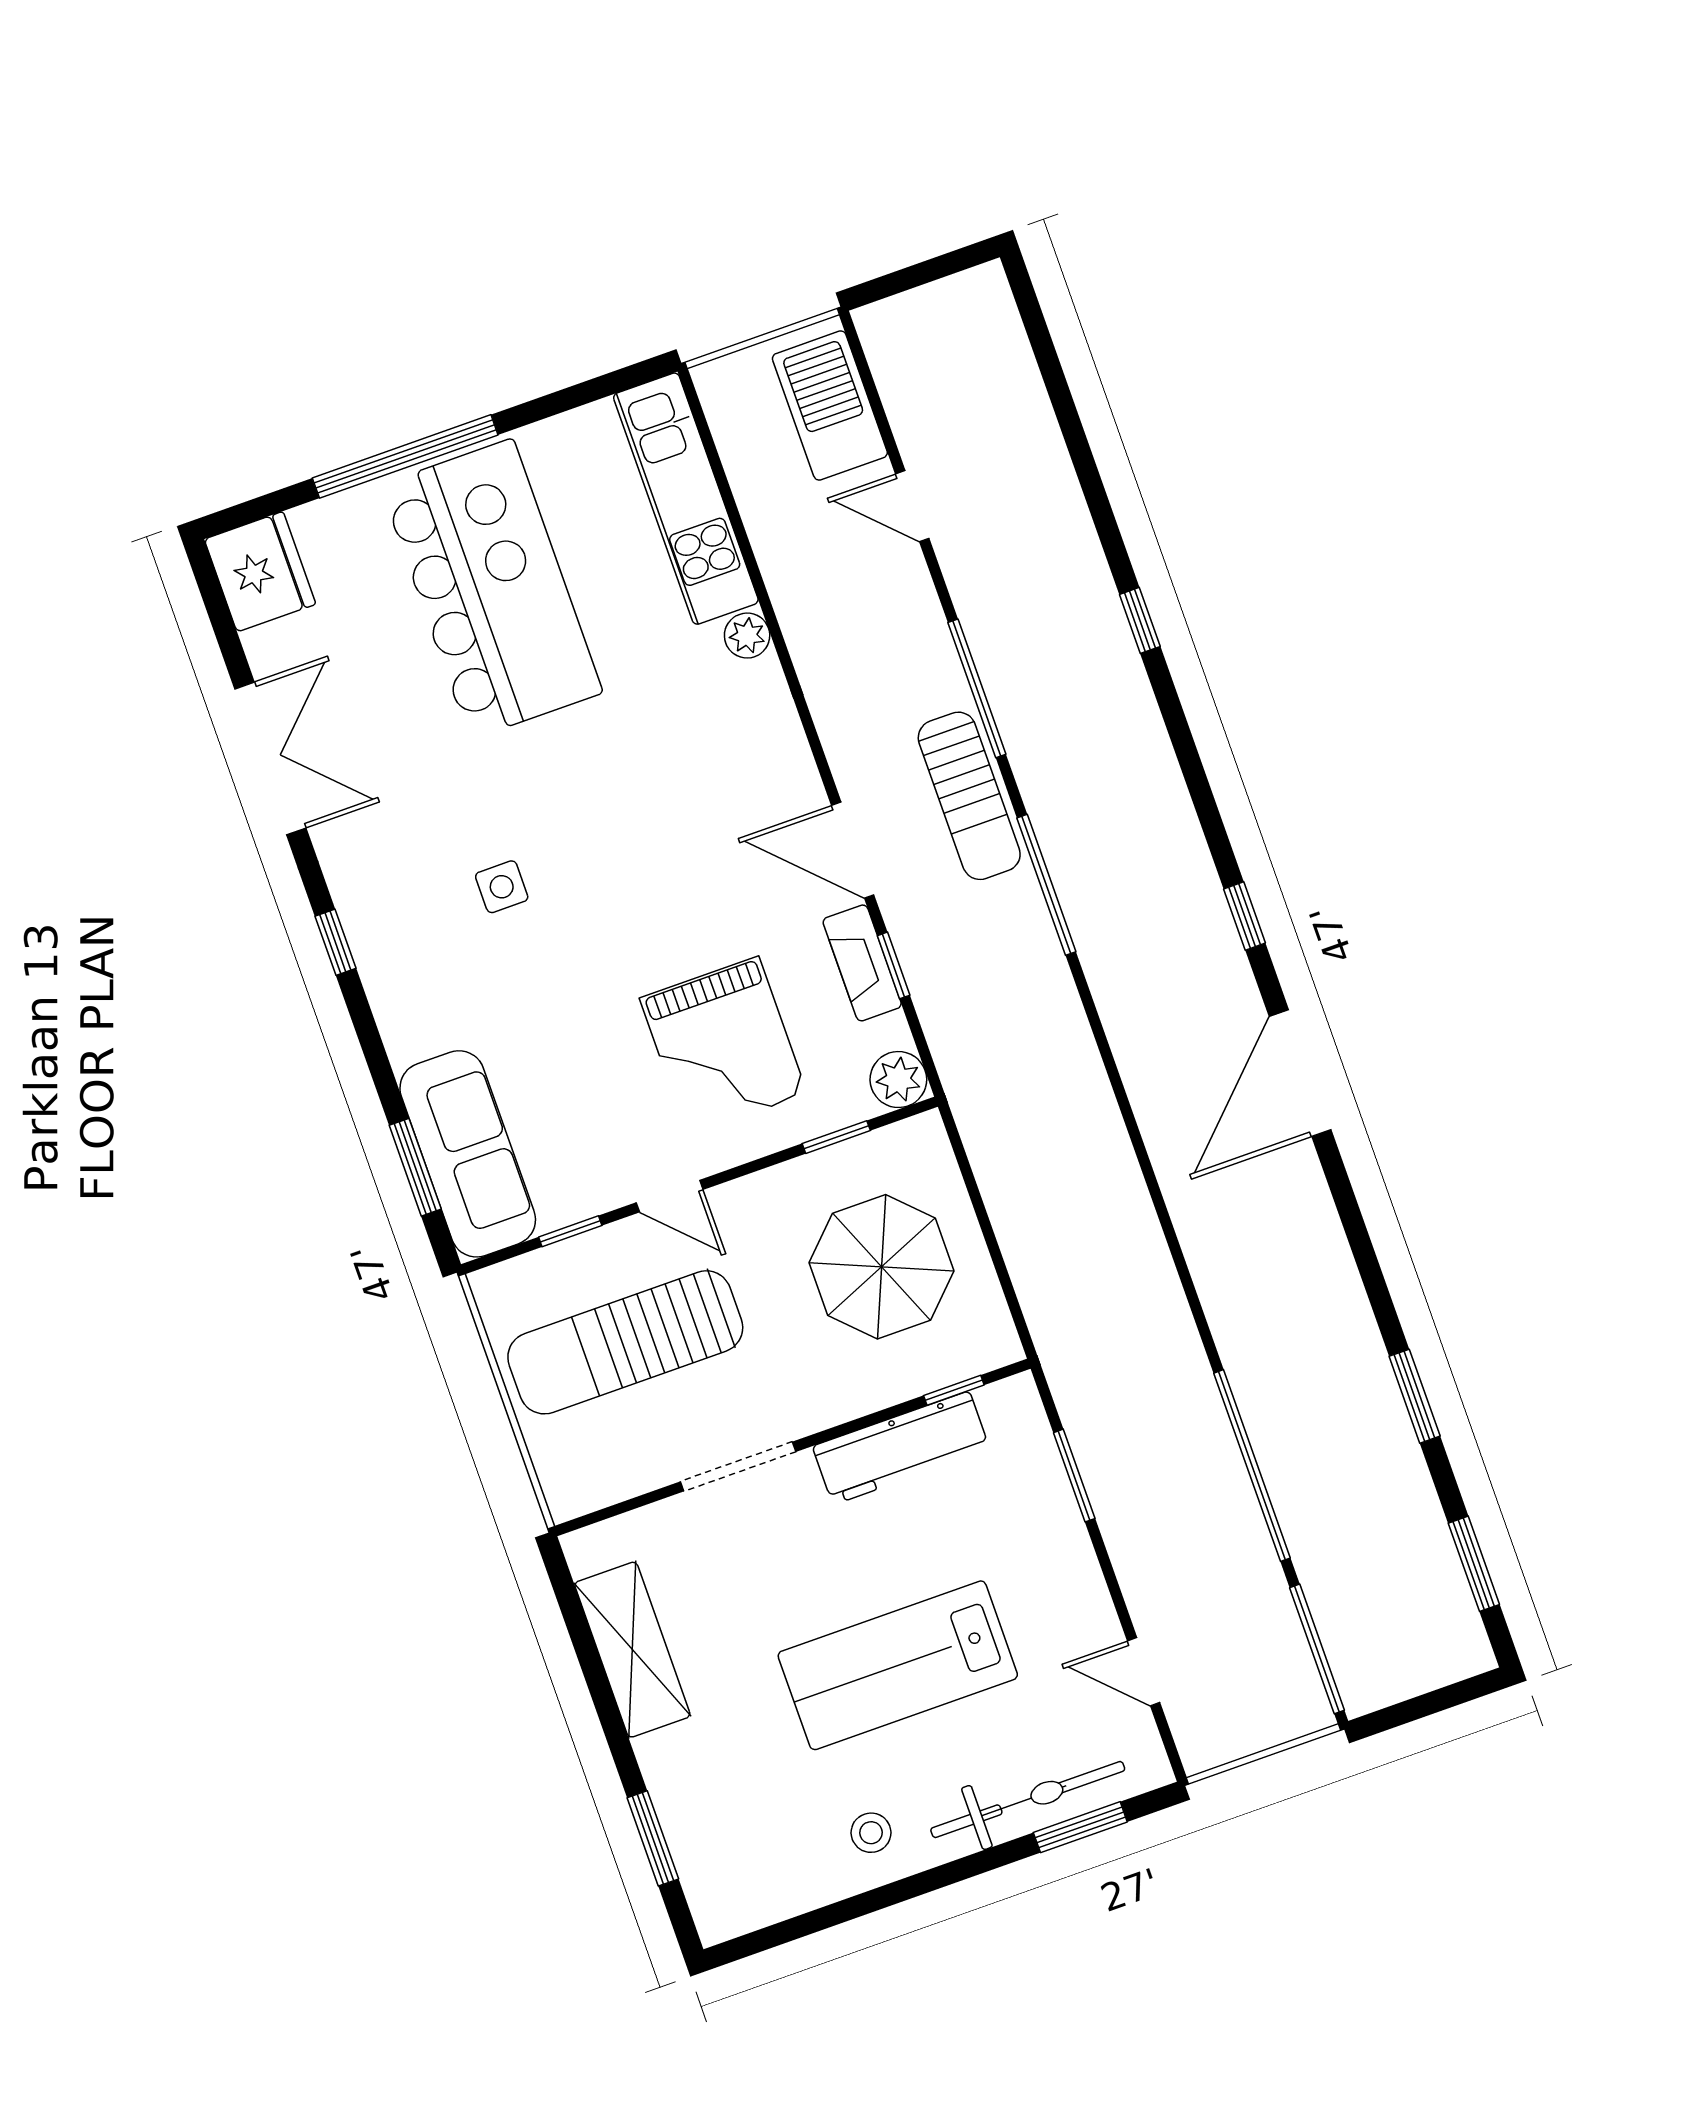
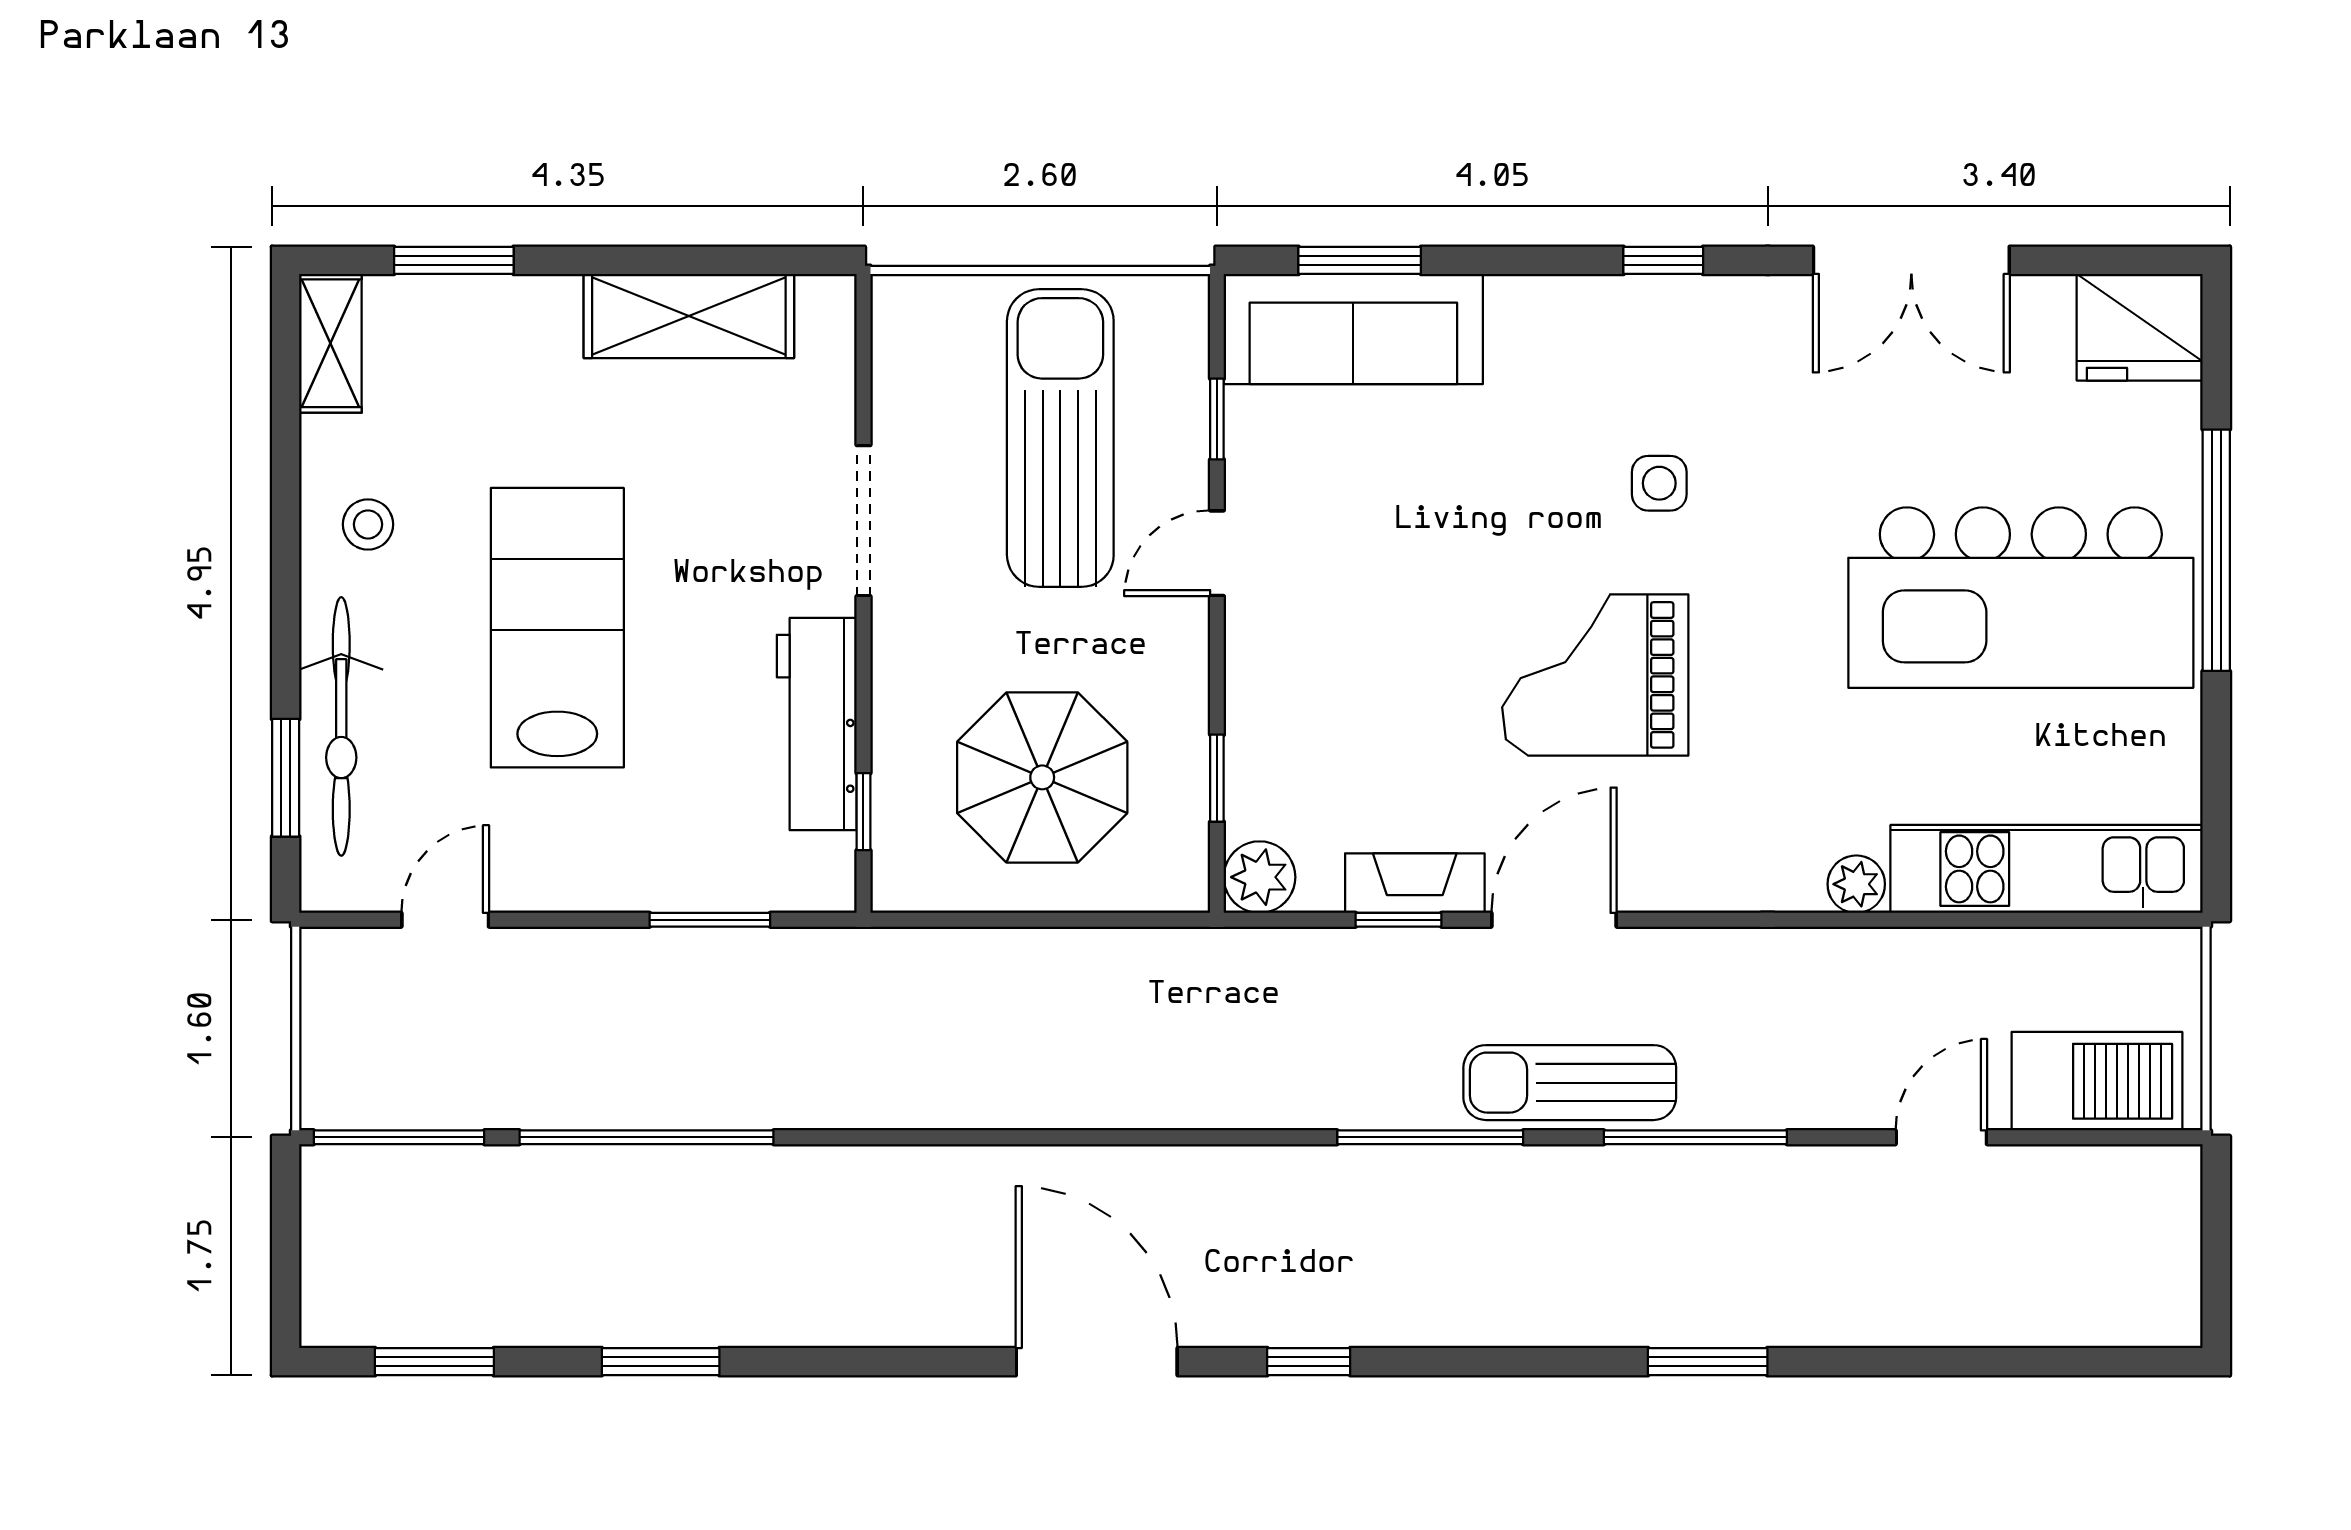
window: (1140, 620) -> (1708, 1362), width x1.50
grand piano: (723, 1046) -> (1595, 675), moved
shelving: (747, 1908) -> (330, 343), added

